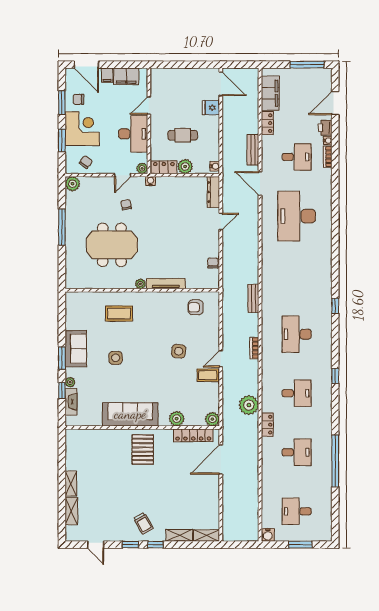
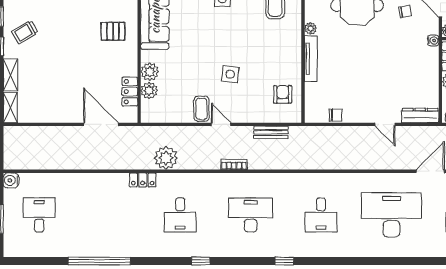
bench: (253, 298) -> (271, 132), moved
plant: (212, 419) -> (149, 90), moved
locker: (193, 435) -> (130, 92), width x0.66
pallet: (143, 450) -> (113, 31), width x0.67, depth x0.71
desk: (297, 452) -> (321, 215), moved

